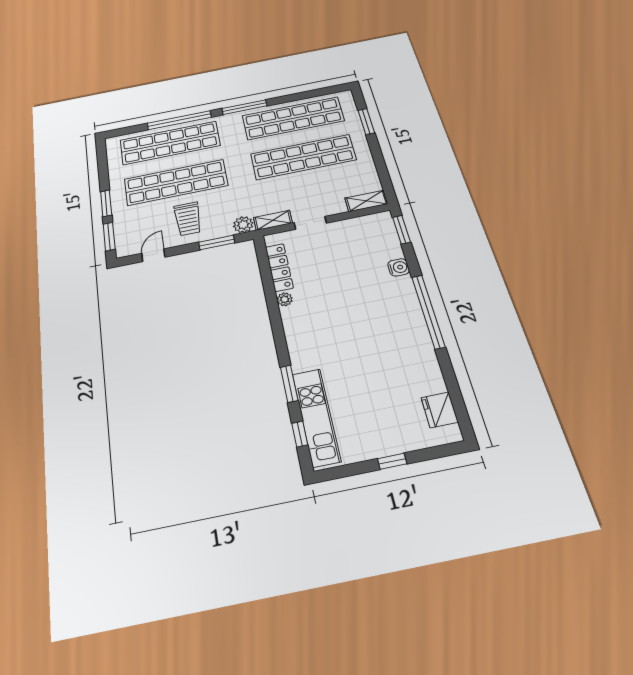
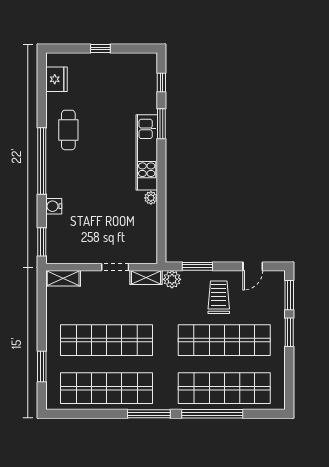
locker: (279, 267) -> (150, 229), removed
cafe table: (406, 353) -> (68, 130), added
kitchen unit: (316, 417) -> (147, 152), moved

